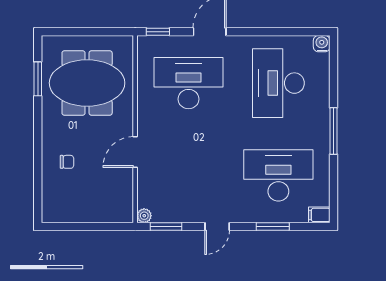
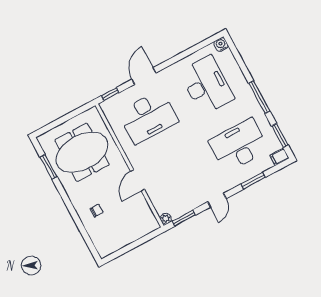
desk: (189, 83) -> (148, 117), turned 180
desk: (278, 83) -> (207, 85), turned 180
window: (334, 190) -> (280, 135), added

